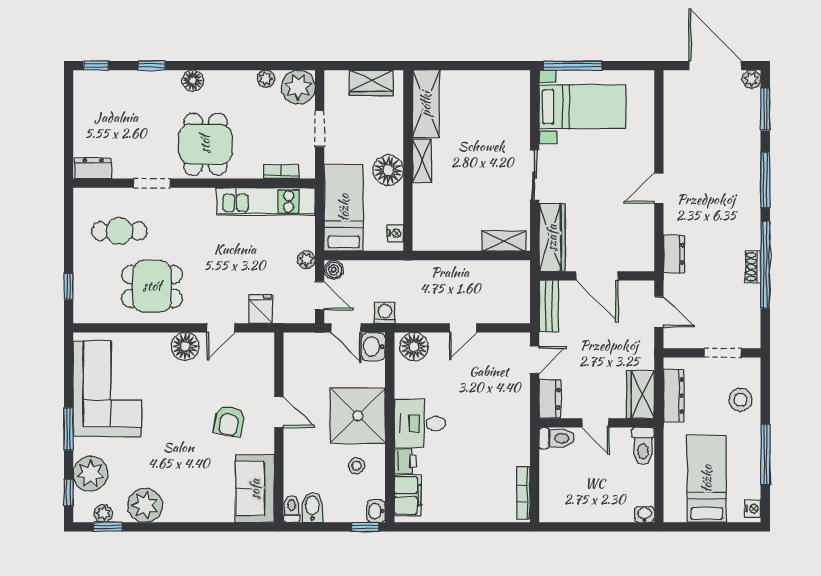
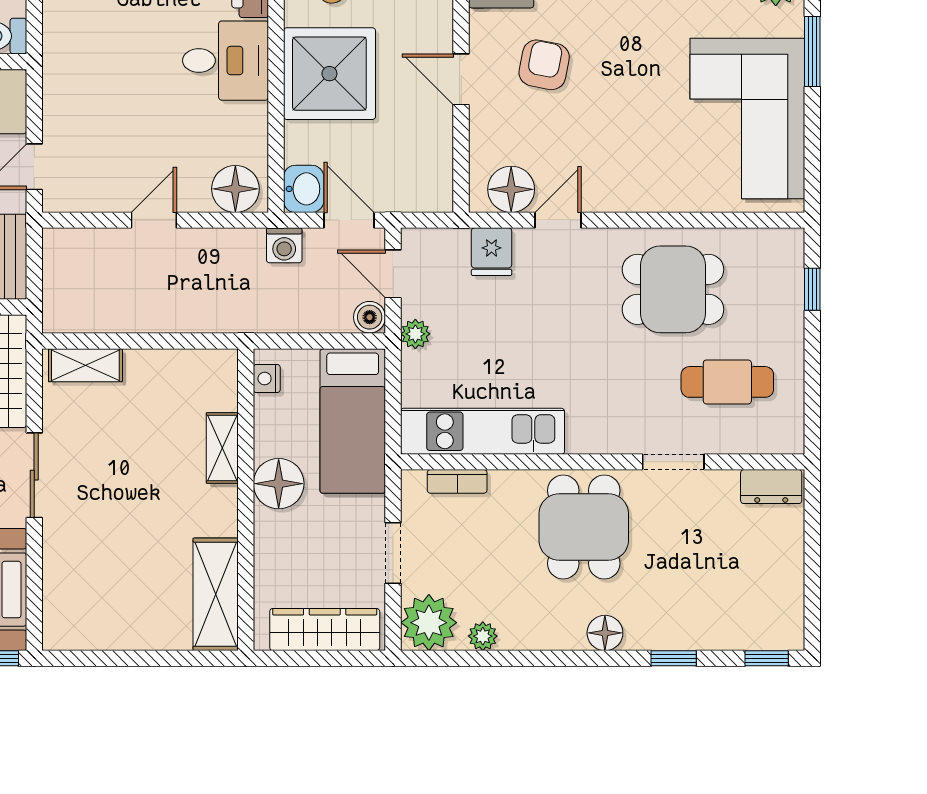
wardrobe: (372, 83) -> (325, 630), width x1.50
shelving: (422, 161) -> (222, 448), moved
floor lamp: (185, 346) -> (511, 189), moved

